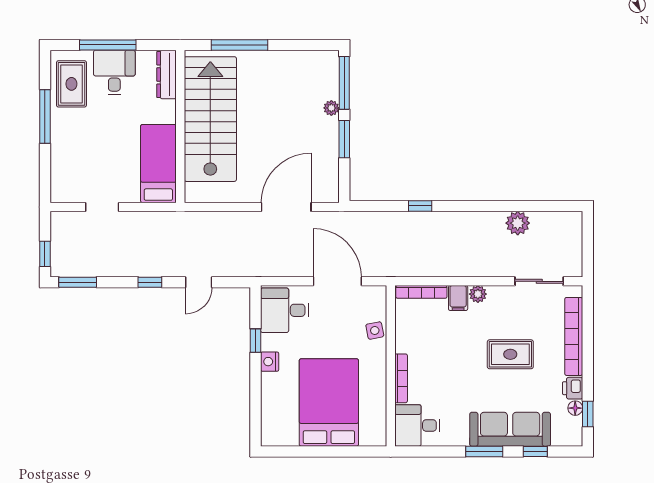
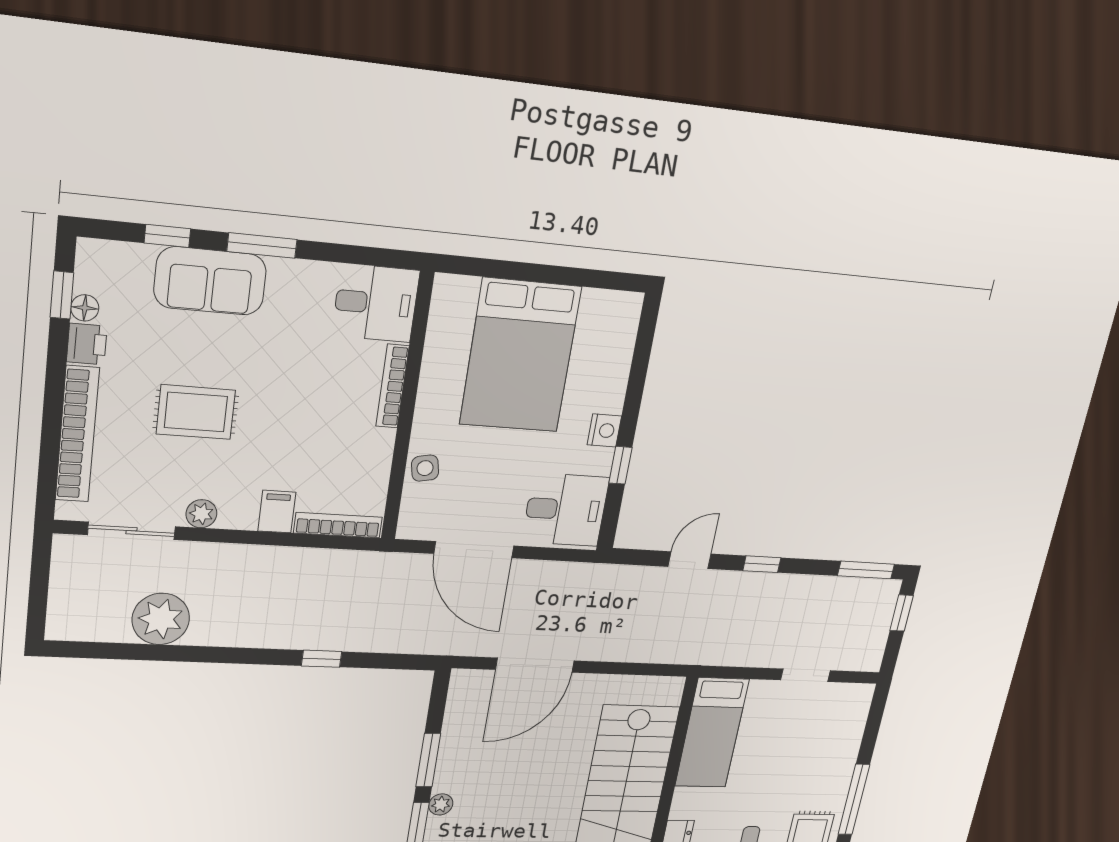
plant: (518, 223) -> (161, 619), width x1.36, depth x1.36
plant: (478, 294) -> (201, 514), moved
sofa: (510, 429) -> (210, 281), width x0.73

